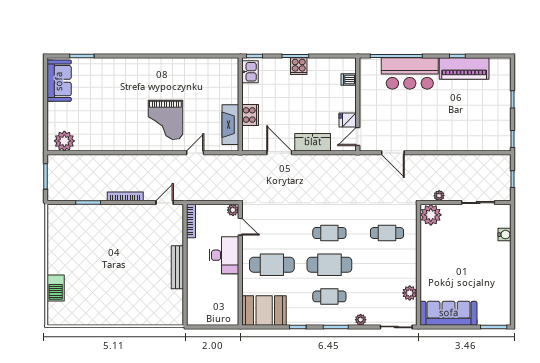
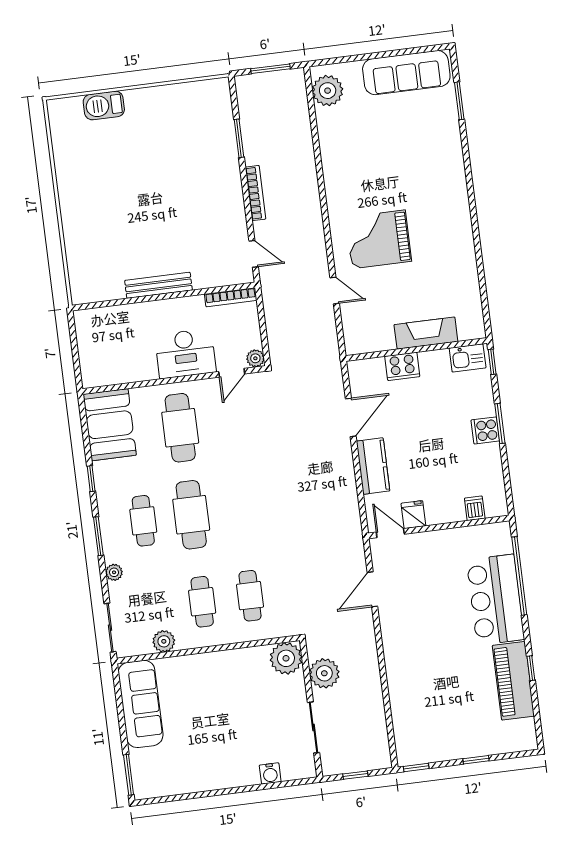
sofa: (59, 81) -> (406, 73), width x1.36
fireplace: (230, 125) -> (426, 333), moved
plant: (439, 196) -> (324, 673), width x1.87, depth x1.87
cafe table: (329, 233) -> (202, 602), moved

